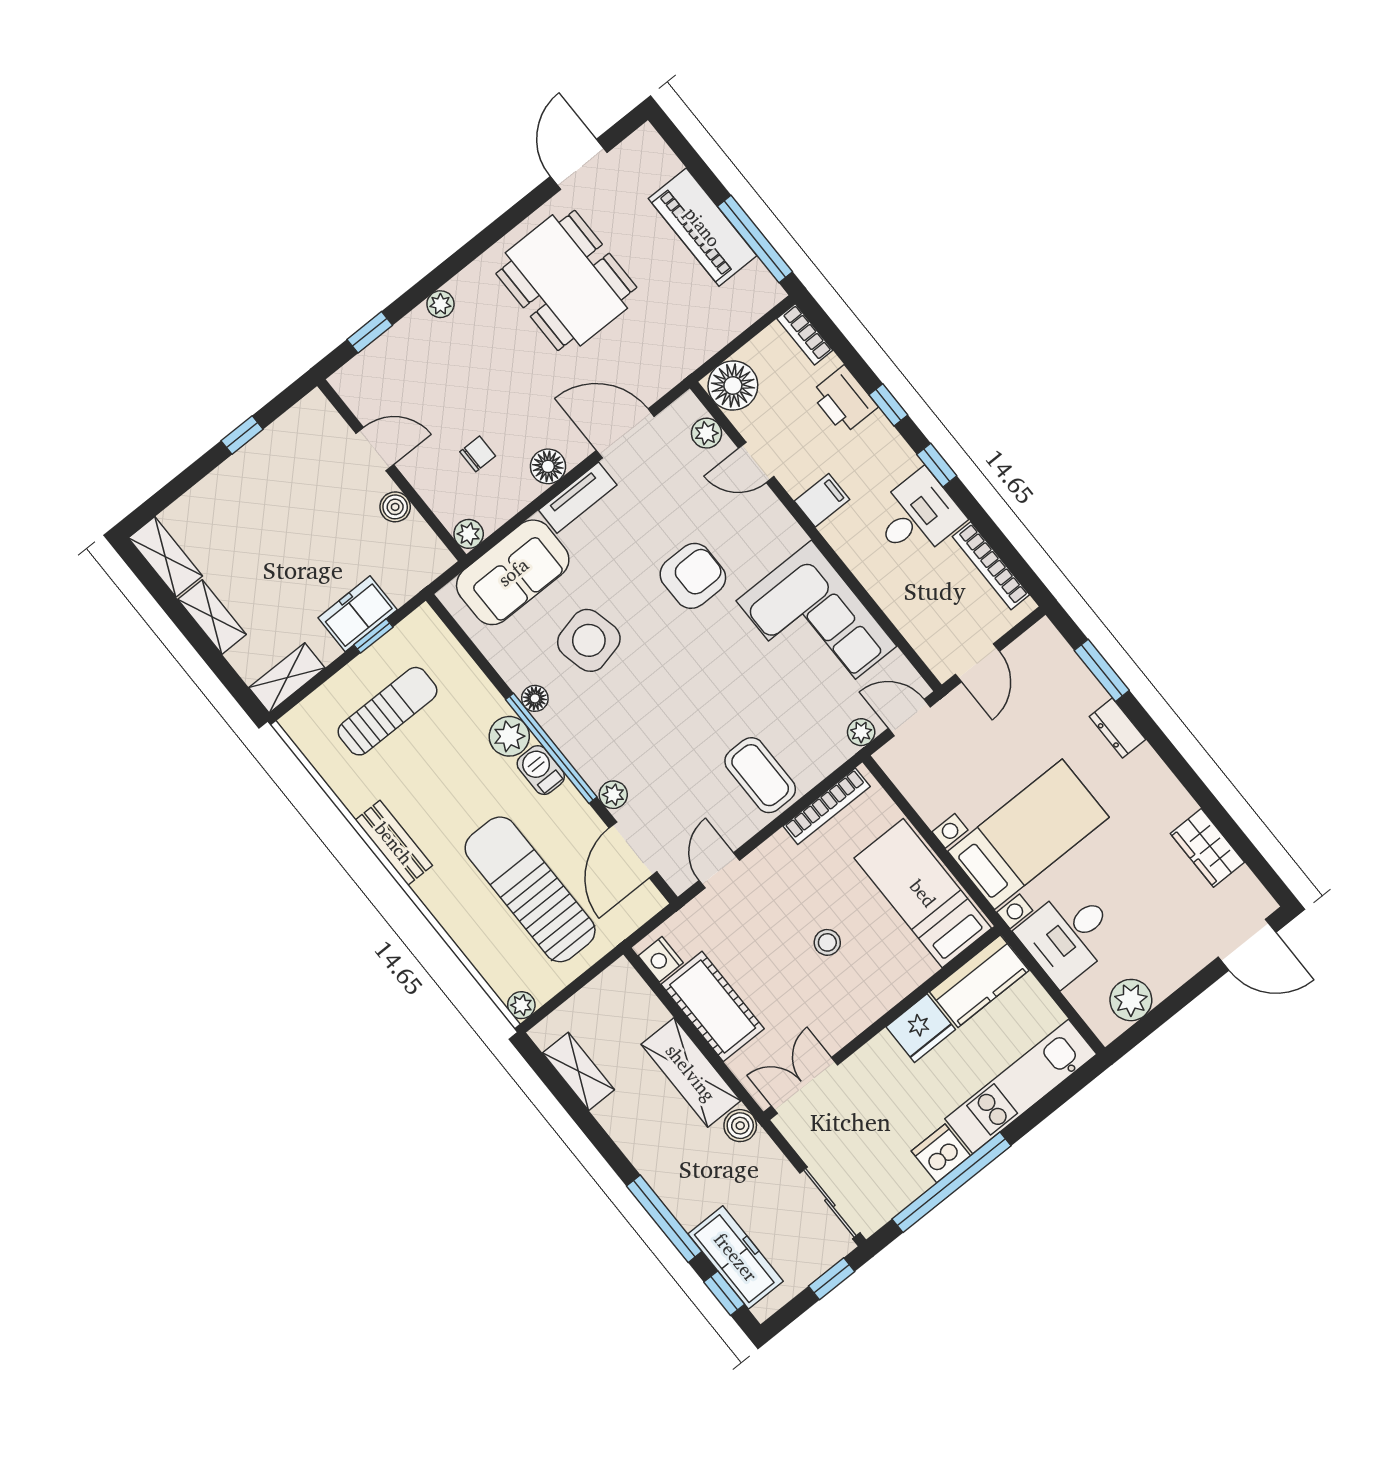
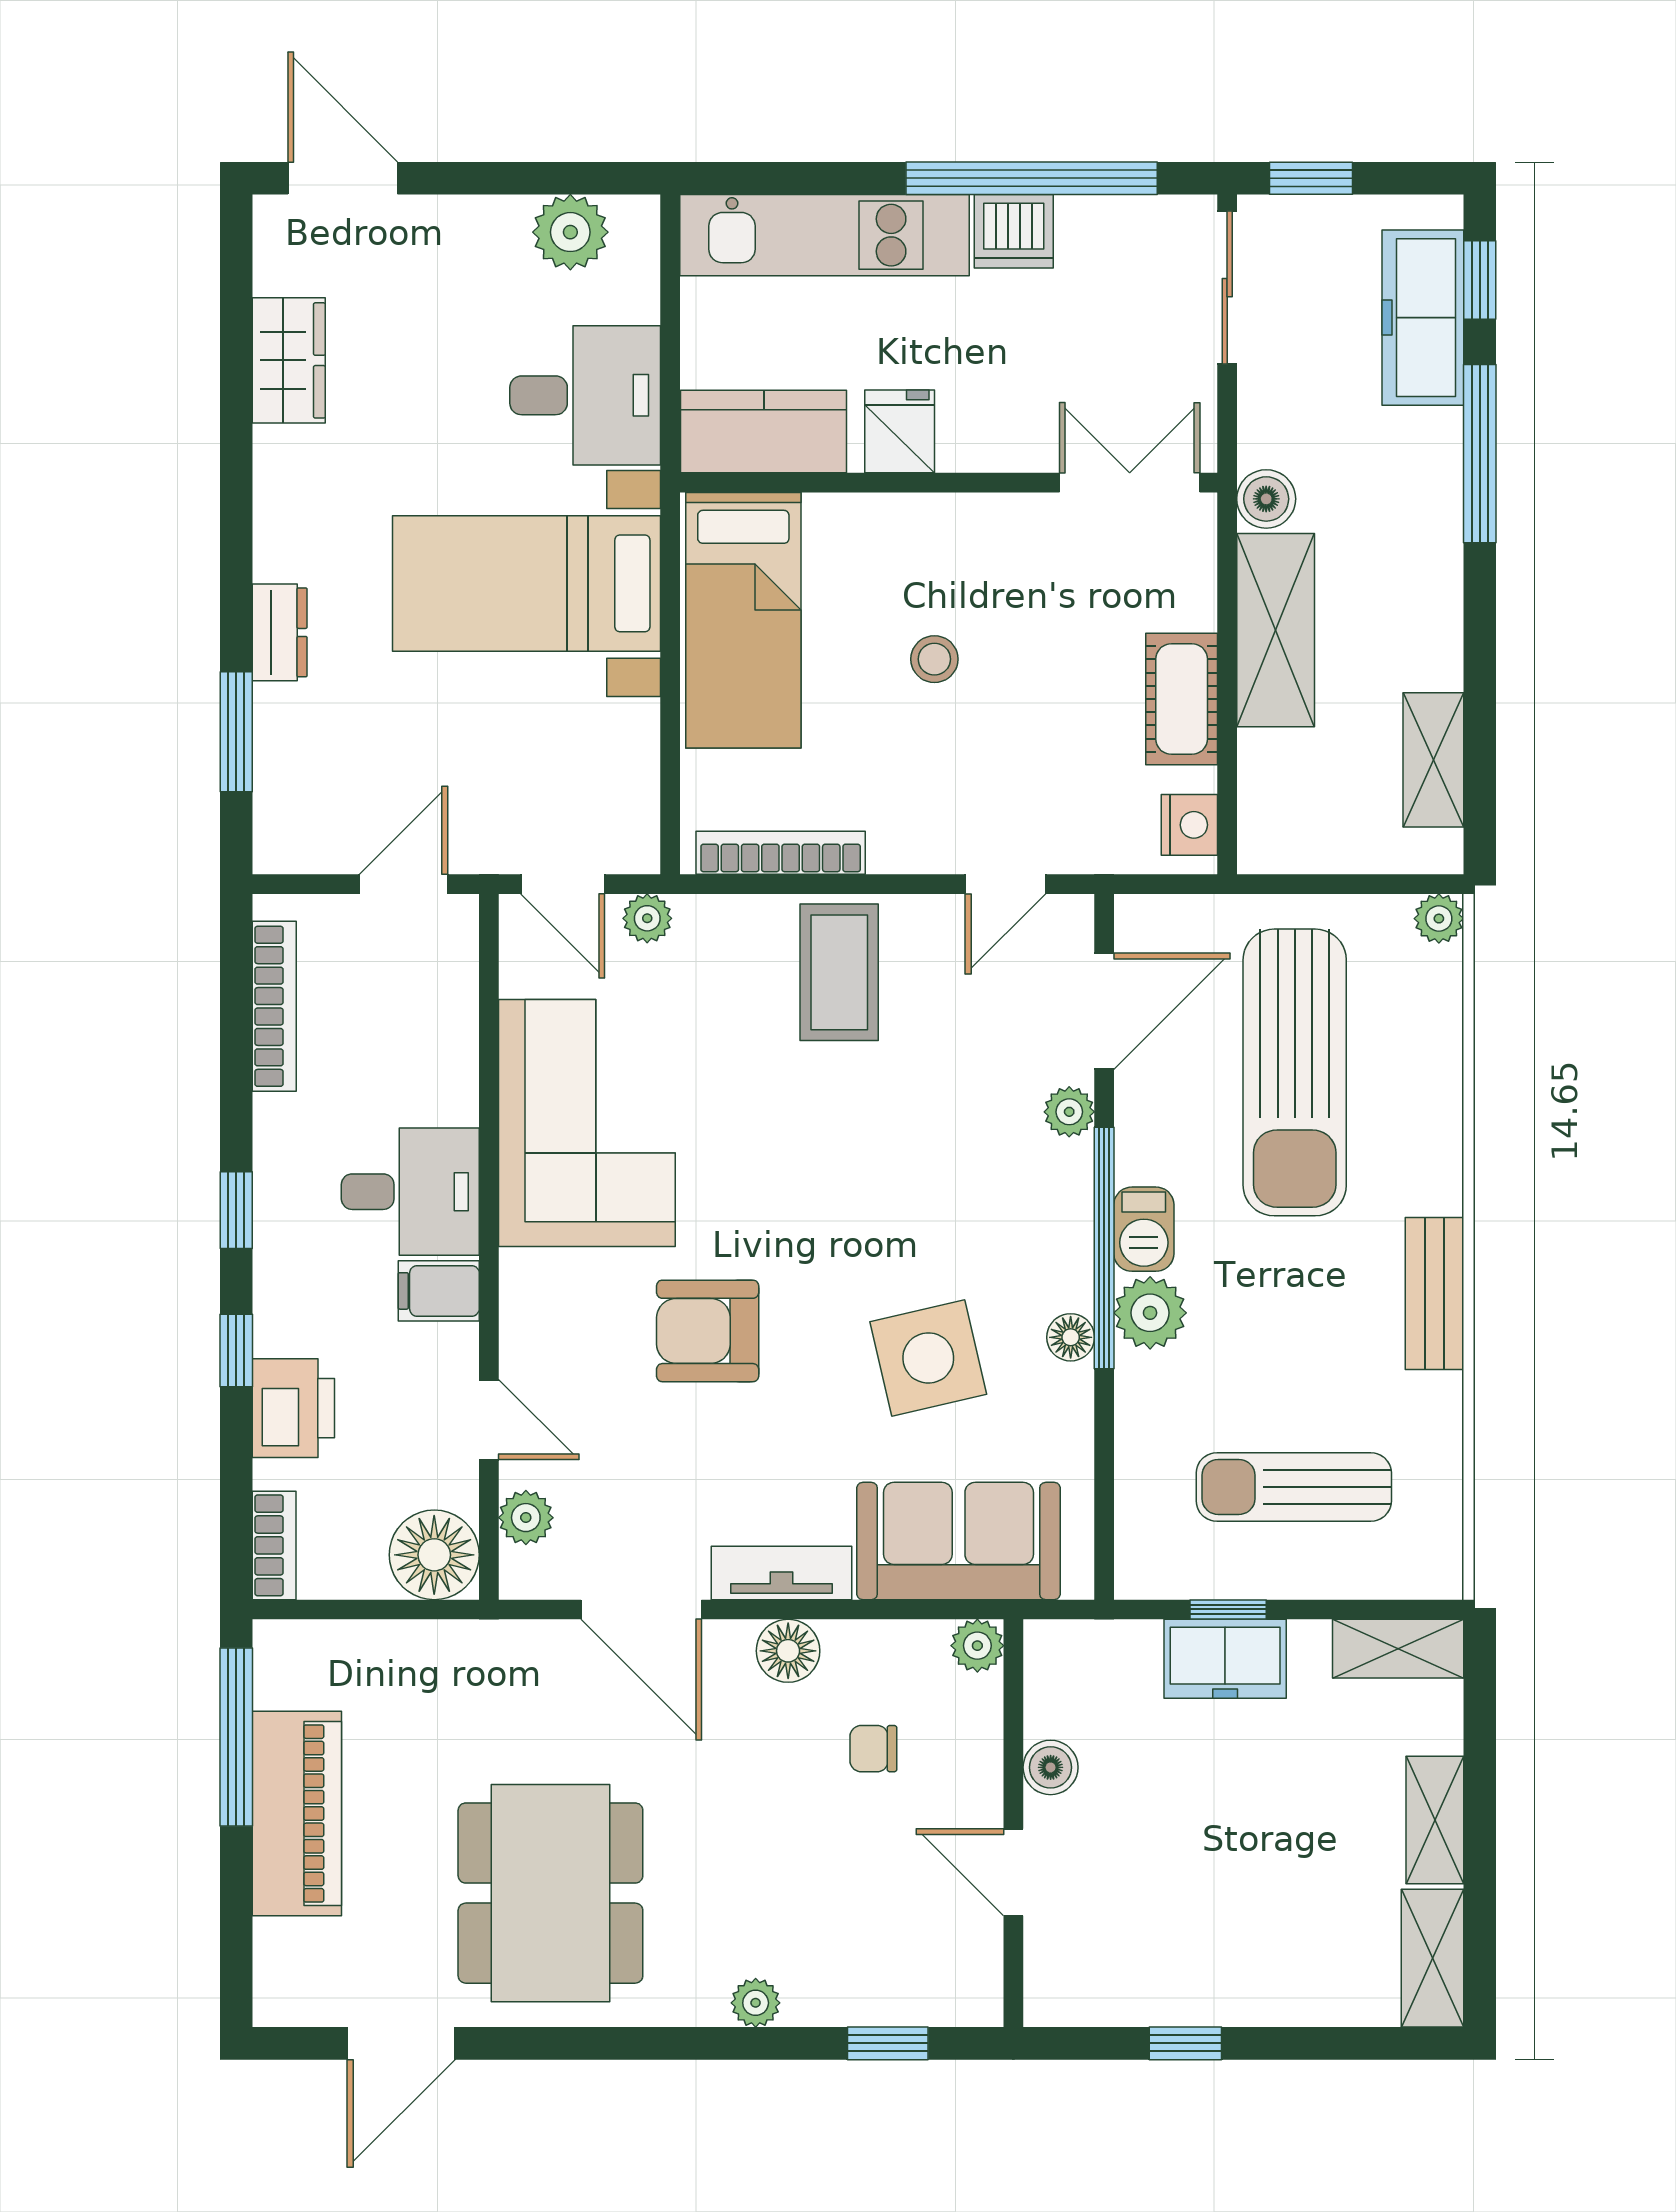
desk: (917, 516) -> (410, 1192), moved, turned 180
cot: (713, 1006) -> (1182, 699), width x0.73, depth x0.75
fridge: (921, 1028) -> (900, 431), width x0.72
double door: (804, 1086) -> (1130, 483), swing flipped

